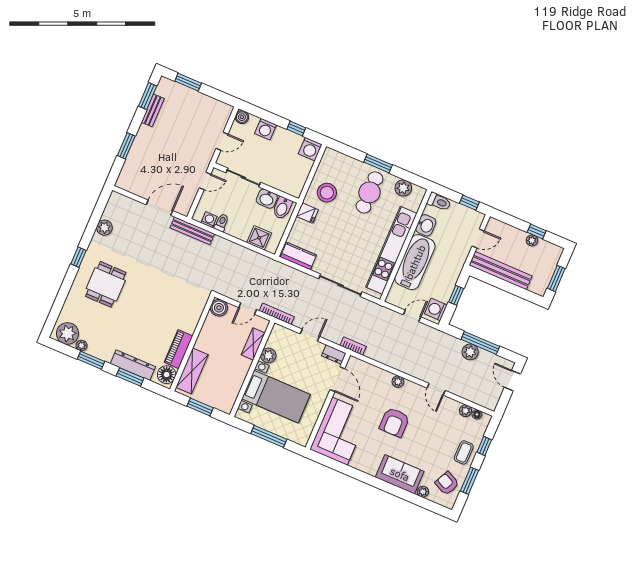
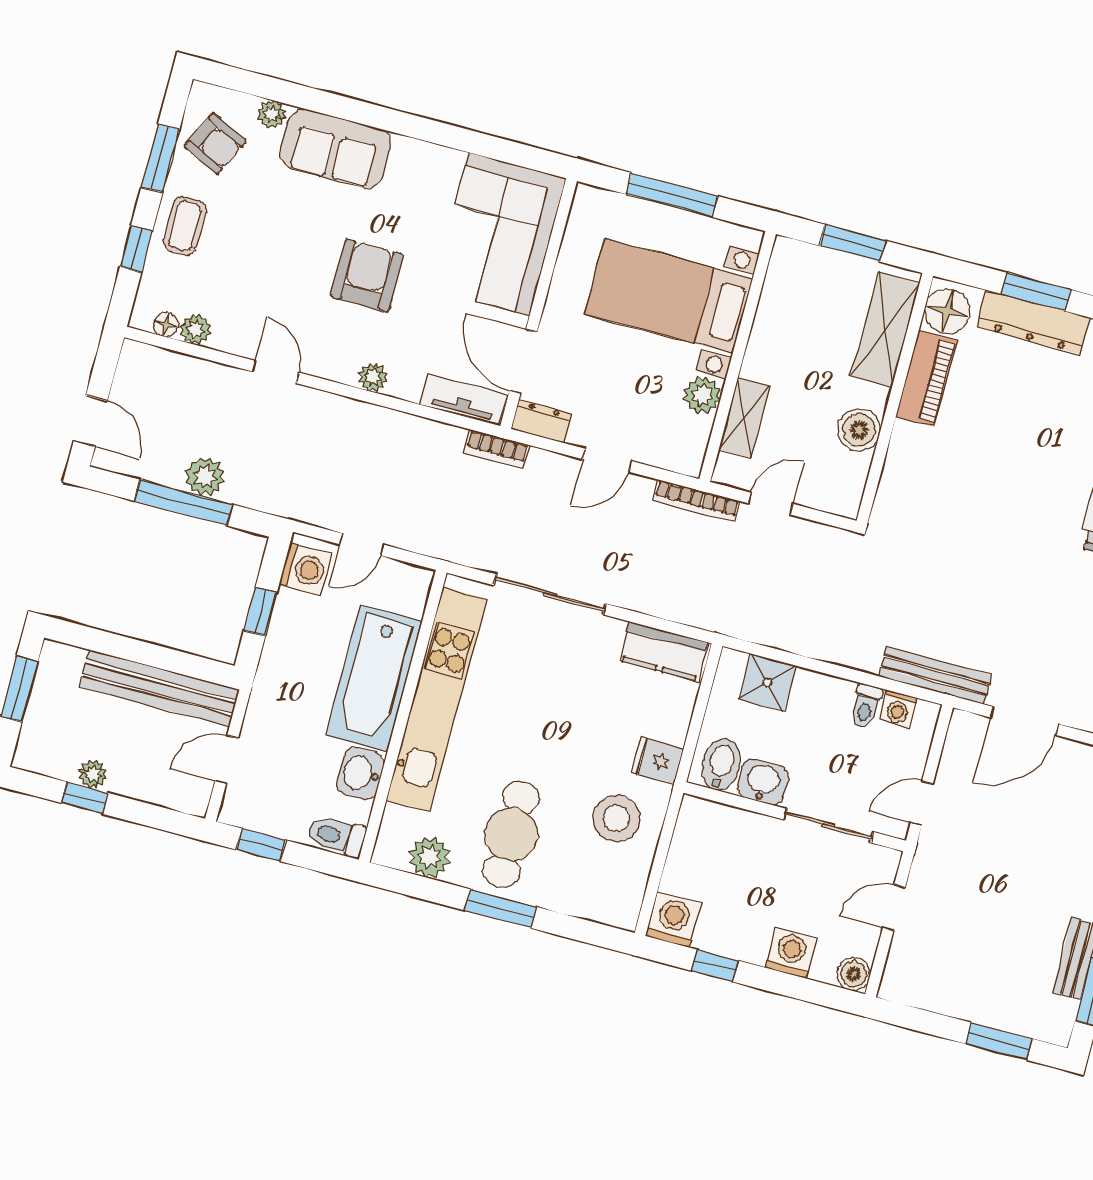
boiler: (219, 308) -> (859, 430), moved
tv unit: (363, 367) -> (464, 400), added

